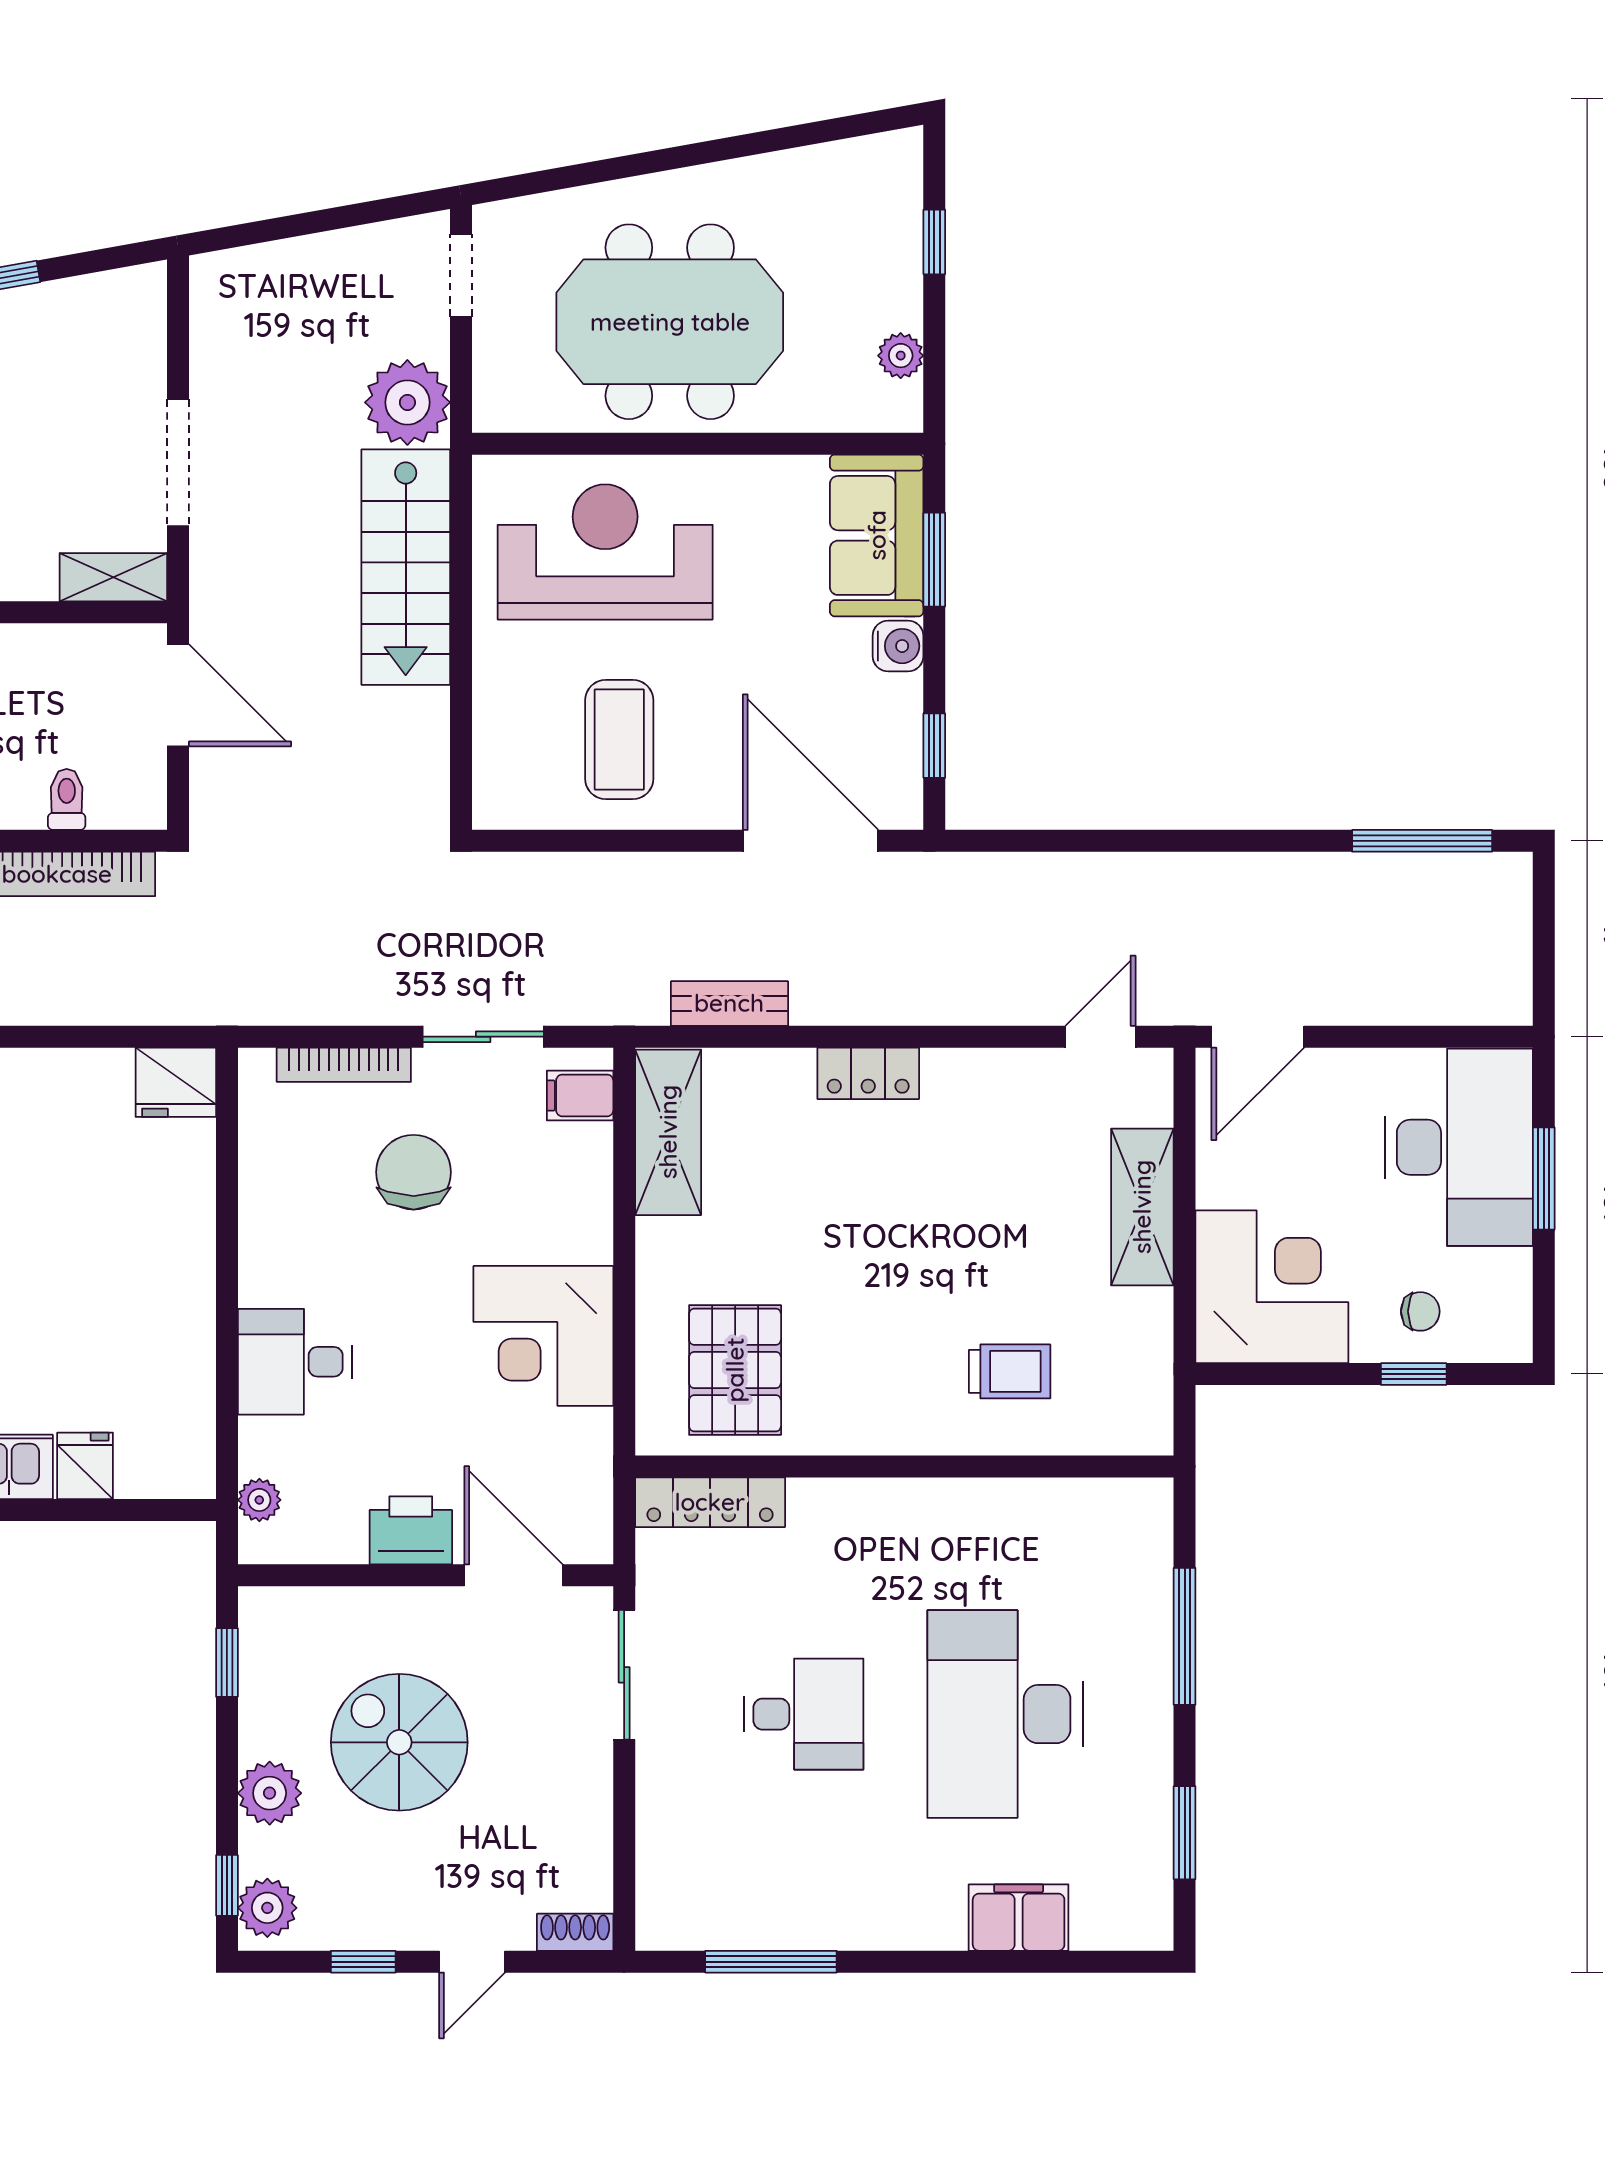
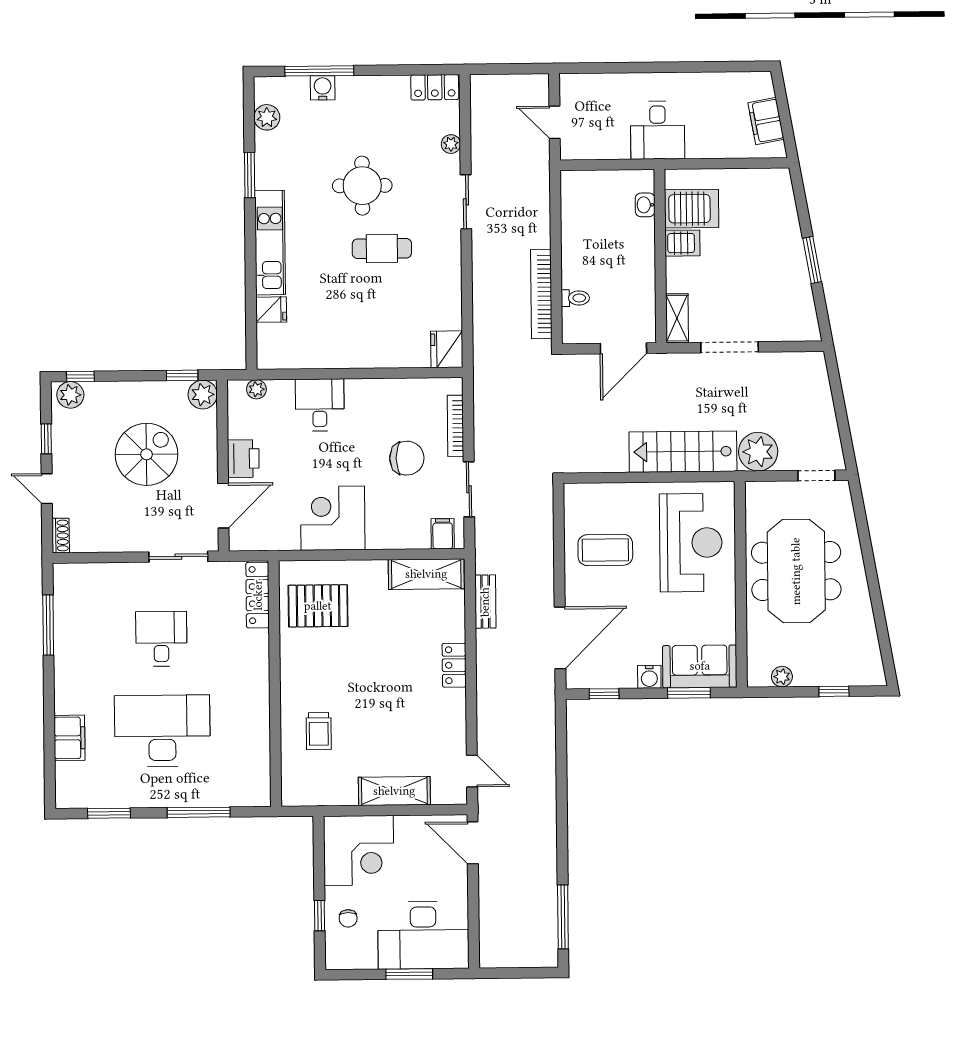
desk: (804, 1714) -> (161, 639), turned 180
plant: (270, 1793) -> (203, 395), moved

